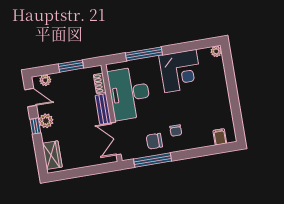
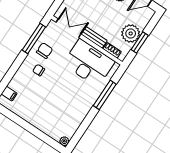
corner desk: (180, 71) -> (73, 107), removed
plant: (45, 80) -> (131, 33), moved, width x1.87, depth x1.87

